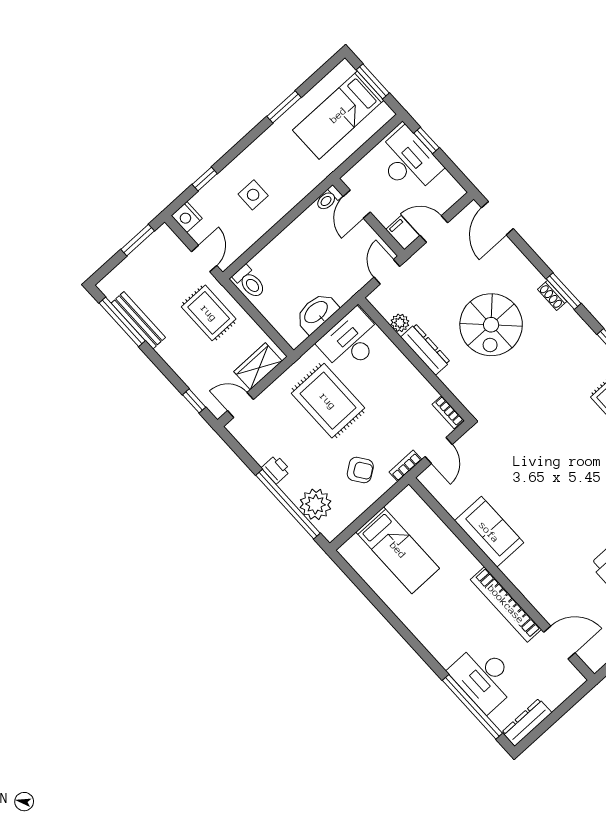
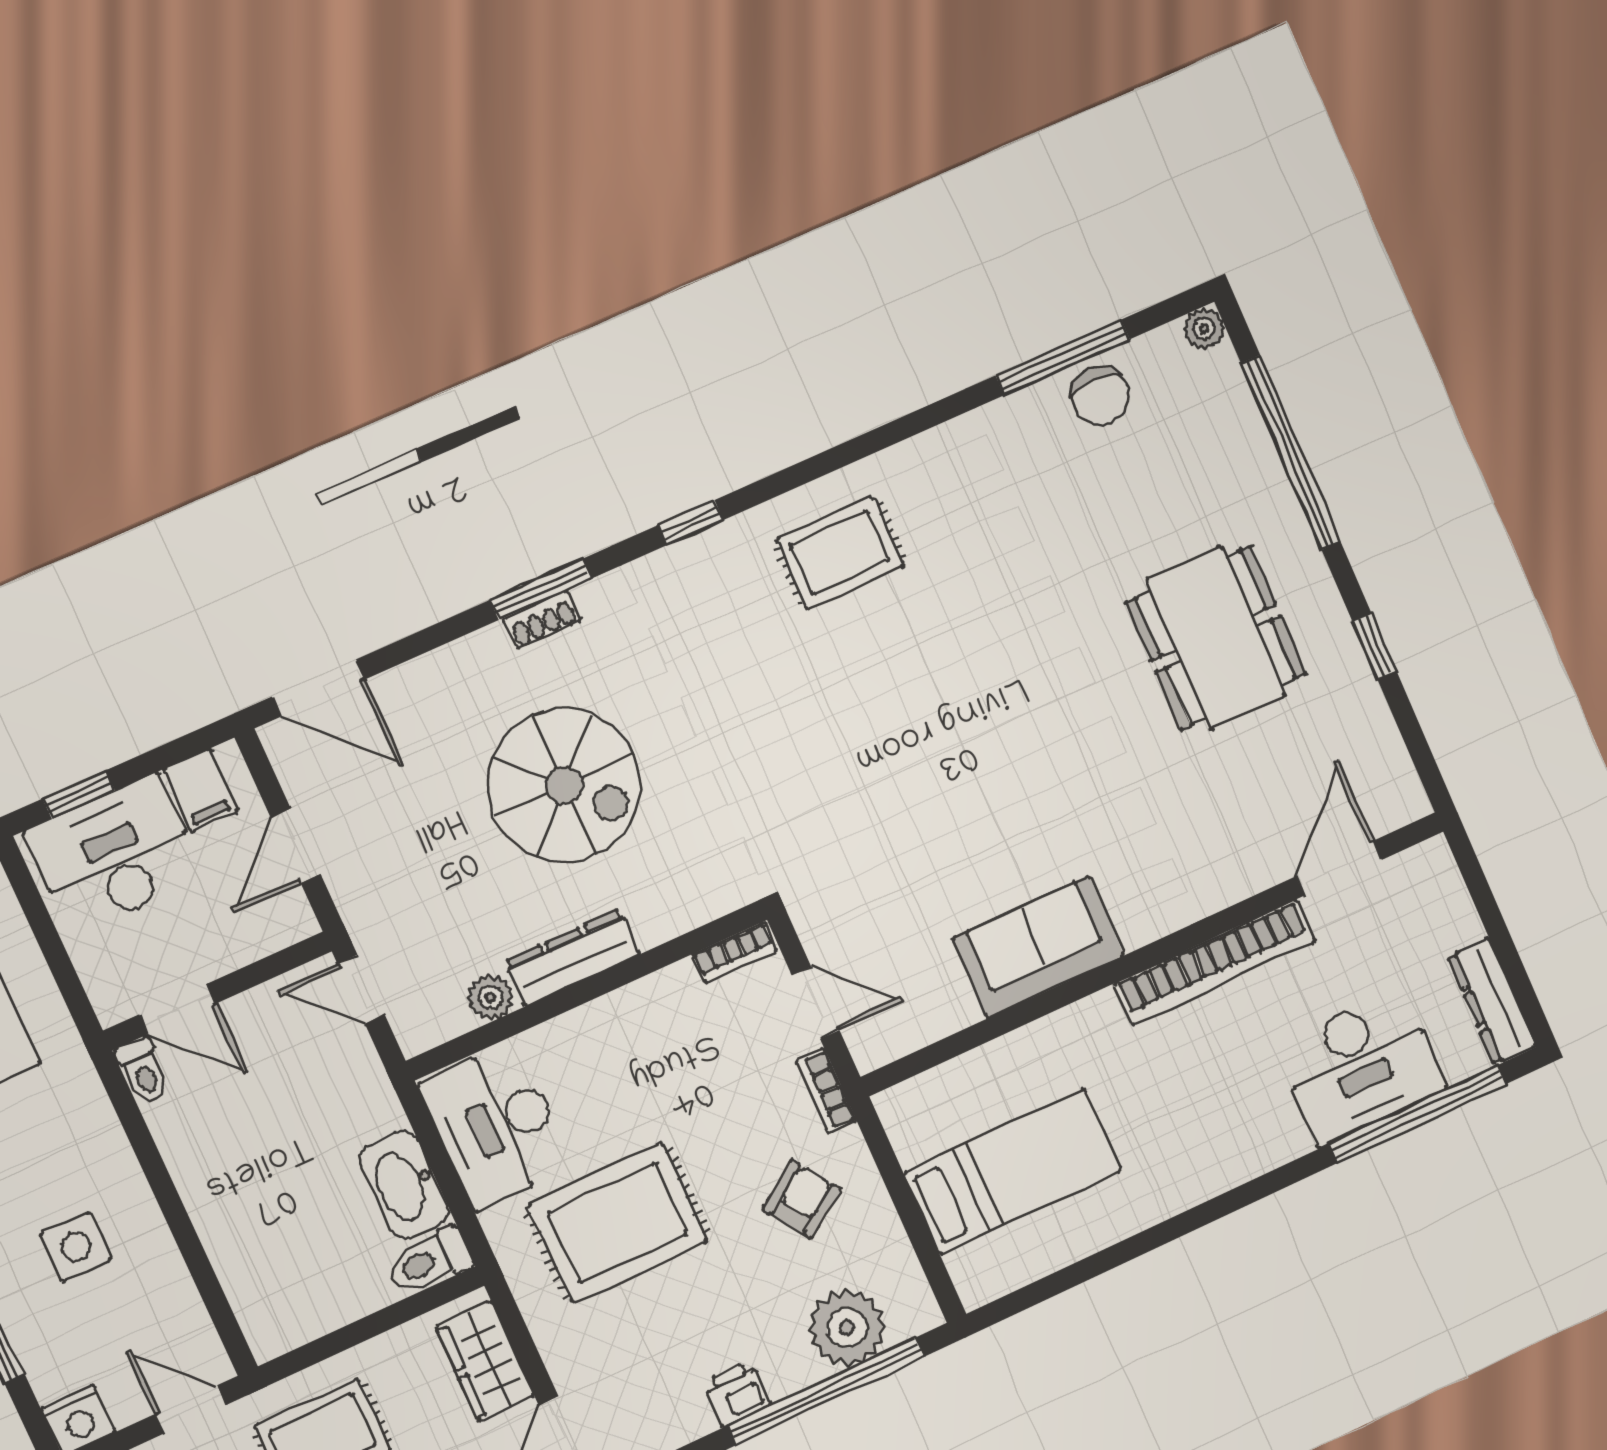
filing cabinet: (403, 233) -> (201, 790), moved, turned -90
toilet: (249, 282) -> (429, 1261), moved, turned 180

